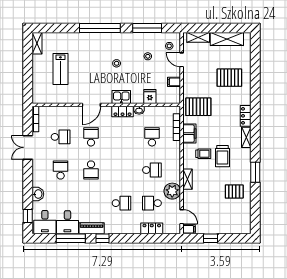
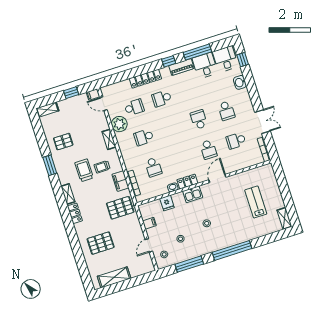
shelving: (198, 37) -> (47, 110), moved
door: (182, 60) -> (149, 245), swing flipped
locker: (152, 228) -> (145, 79), moved, width x1.53

